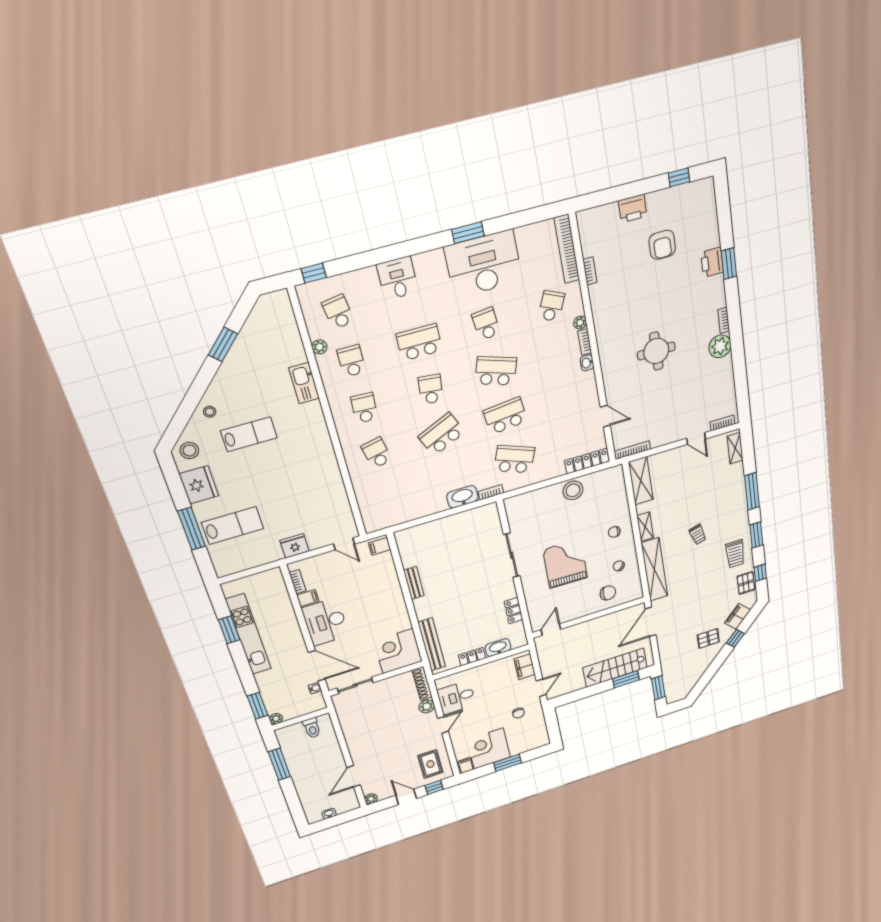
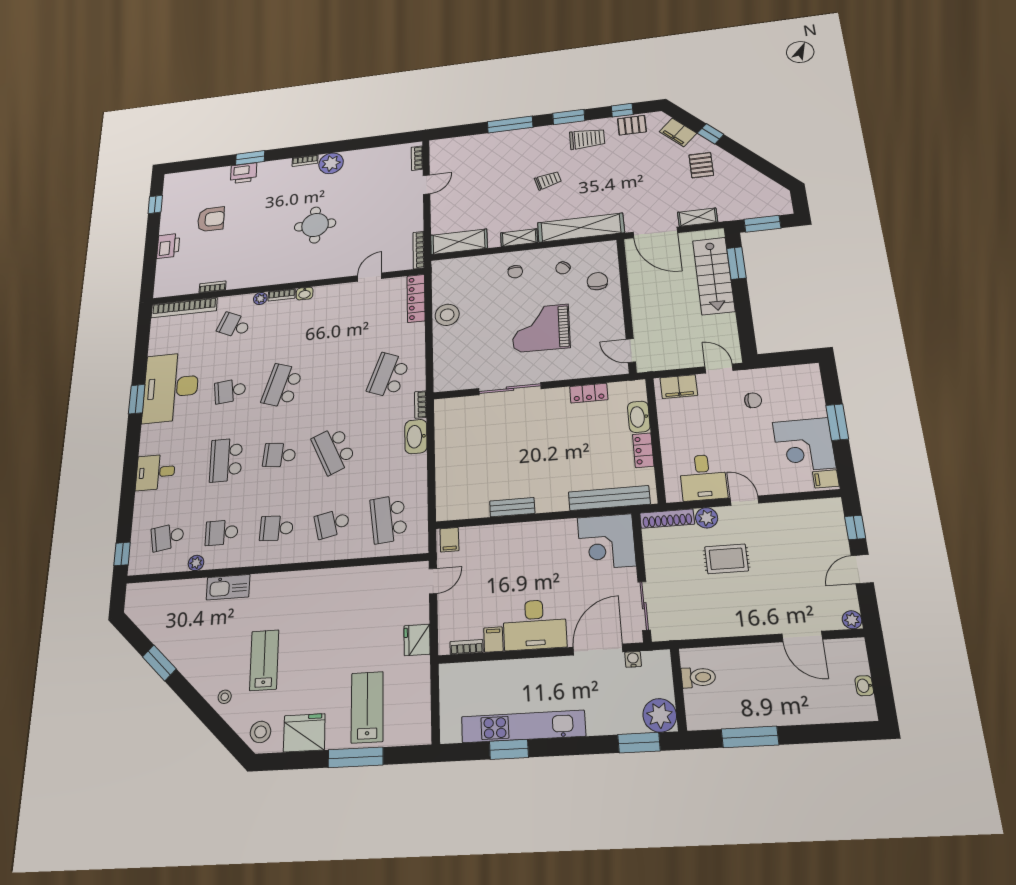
school desk: (505, 416) -> (389, 519), moved
shelving: (735, 448) -> (698, 217), moved
plant: (276, 719) -> (660, 715), width x1.88, depth x1.88
rug: (430, 764) -> (726, 559), moved

